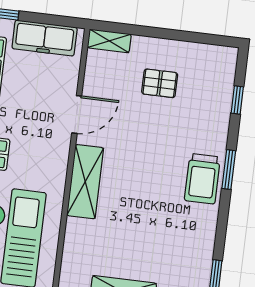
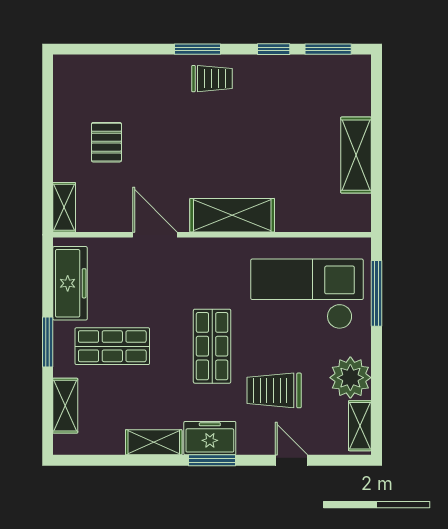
window: (237, 100) -> (274, 49), moved
trolley: (202, 179) -> (212, 79), width x0.73, depth x0.72

